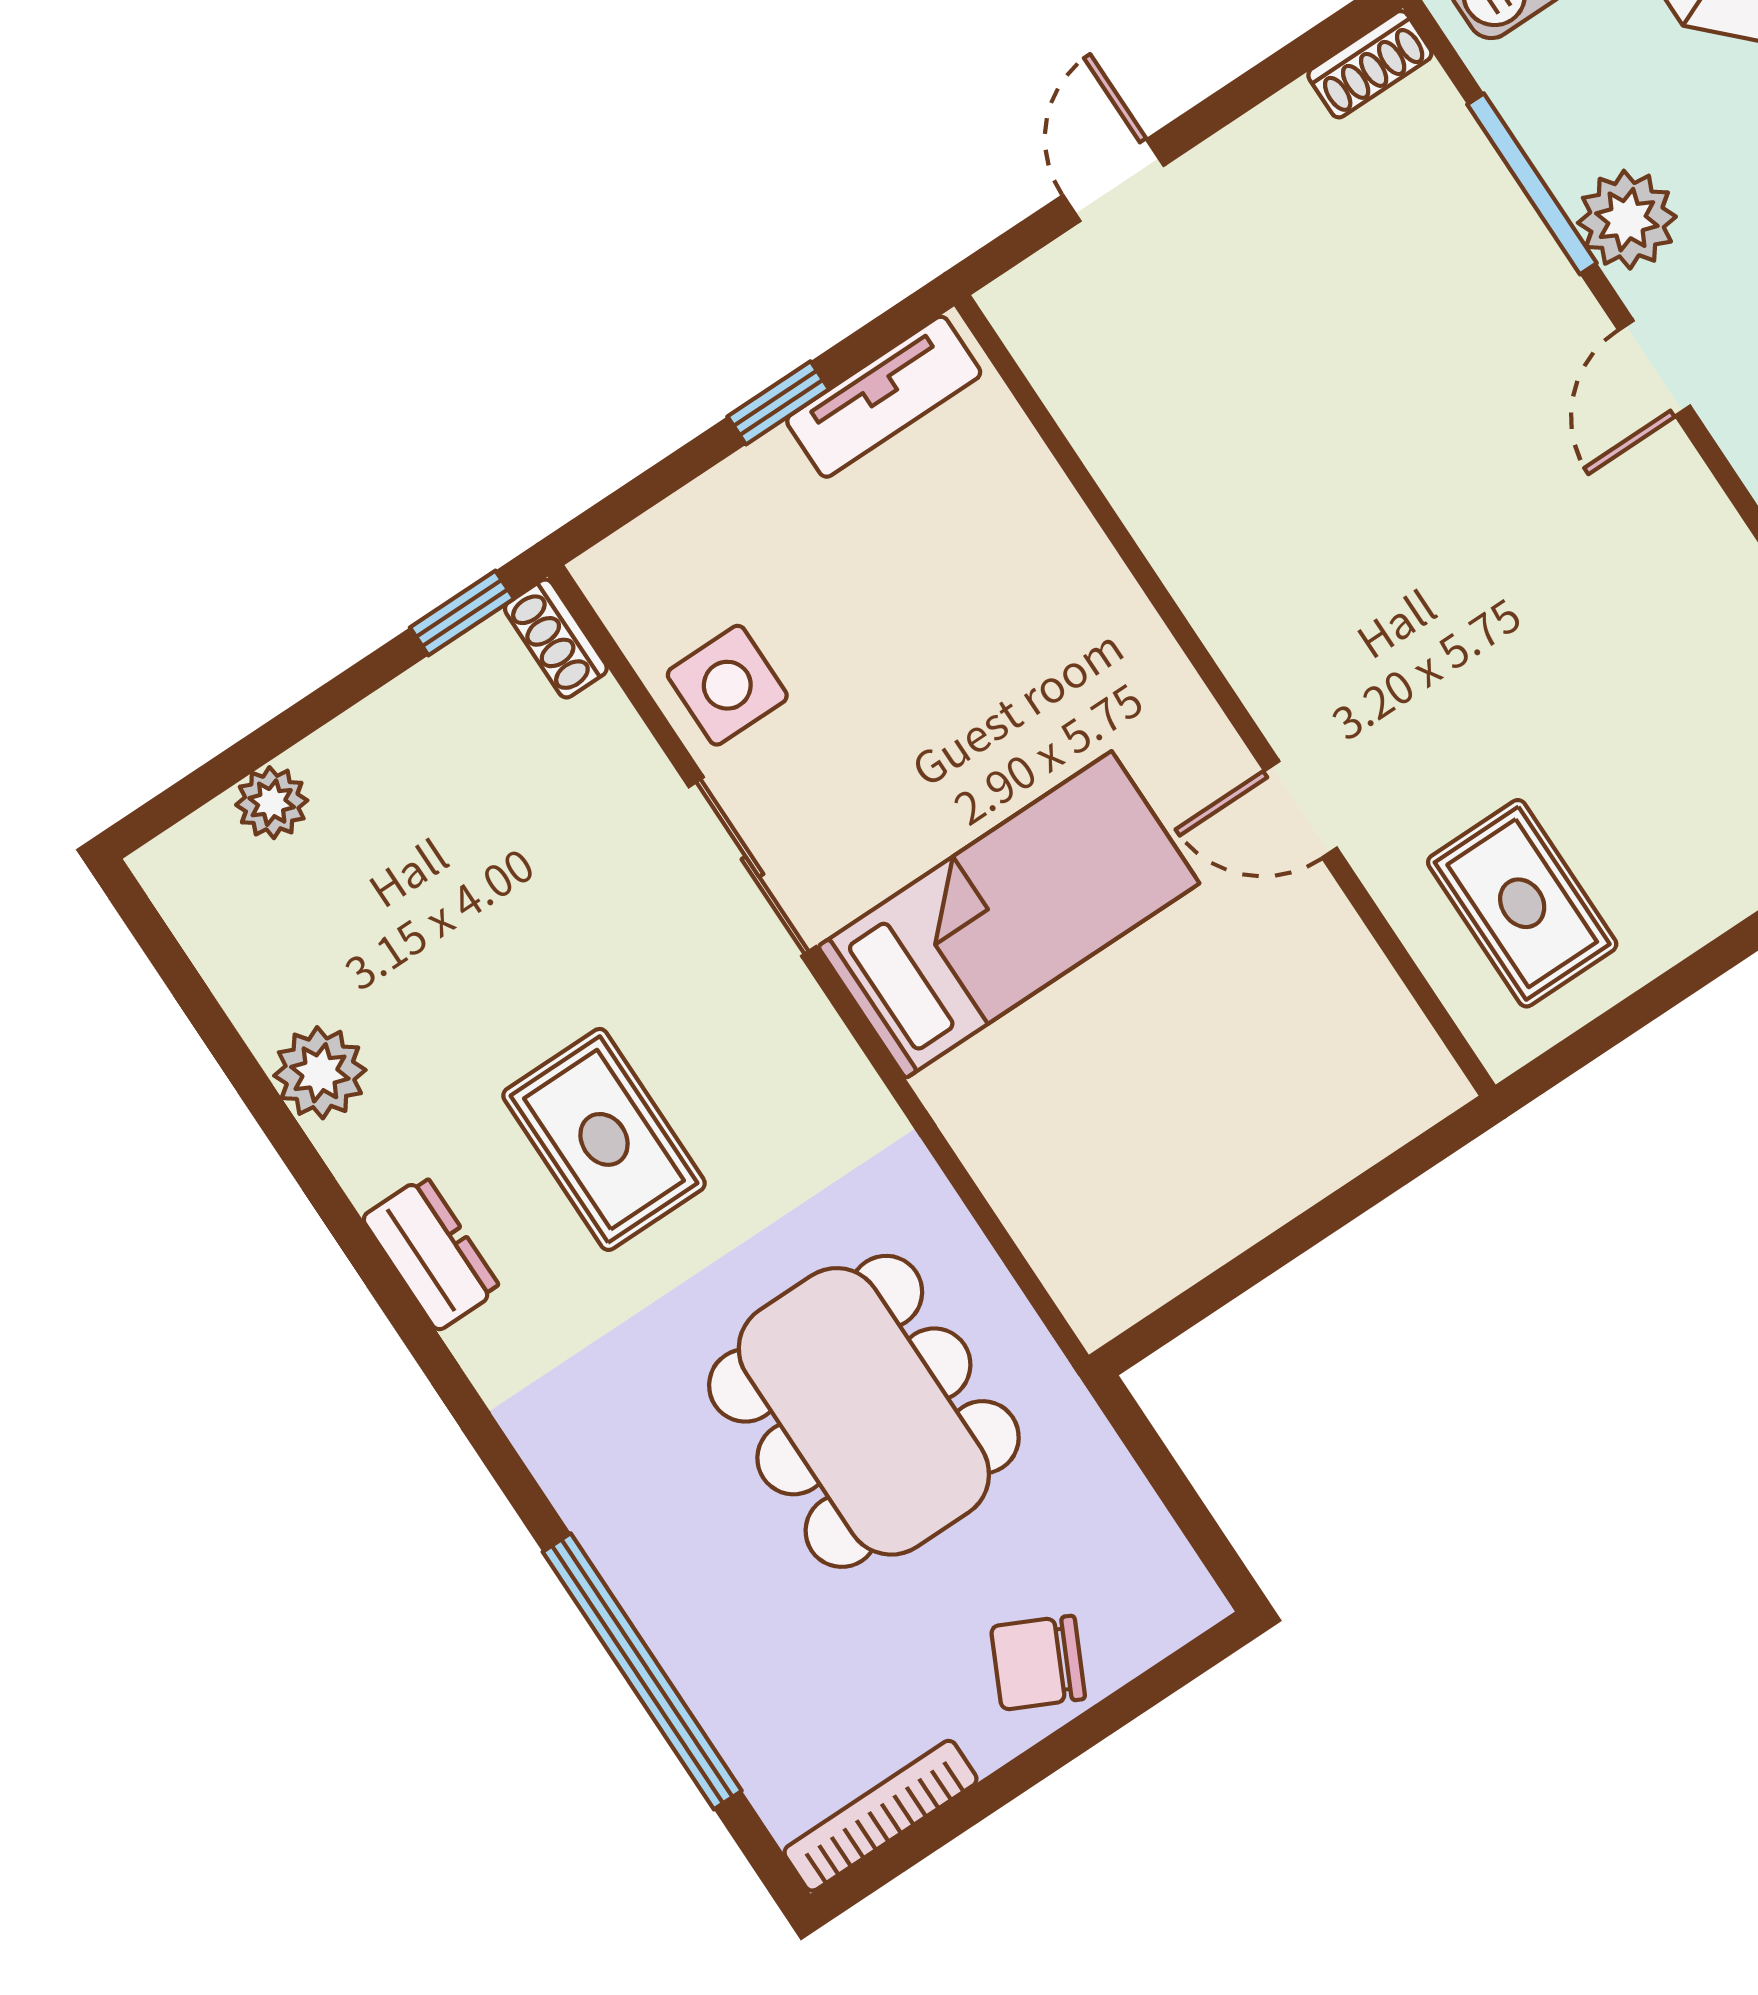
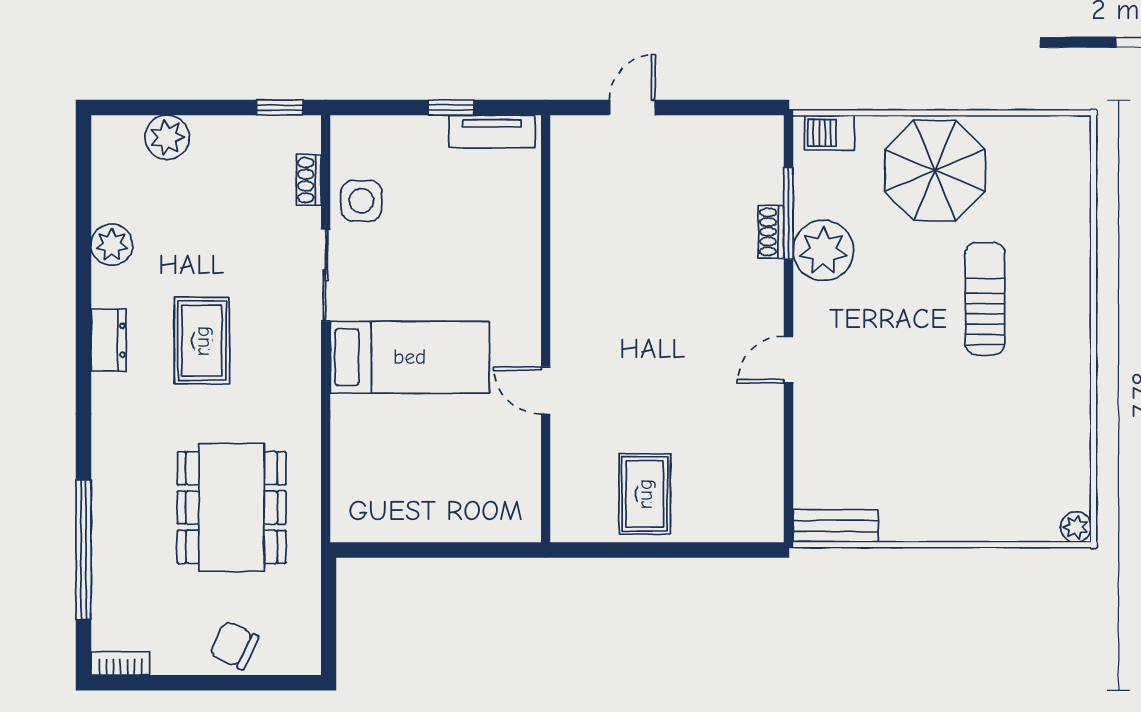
shoe rack: (1370, 64) -> (771, 232), moved, turned 90
plant: (1627, 220) -> (823, 250), width x1.36, depth x1.36
door: (1654, 368) -> (788, 360), moved
shoe rack: (556, 639) -> (309, 180), moved
plant: (272, 803) -> (167, 137), width x1.38, depth x1.38
rug: (1522, 903) -> (645, 494), moved
bookcase: (881, 1816) -> (120, 663), width x0.64

